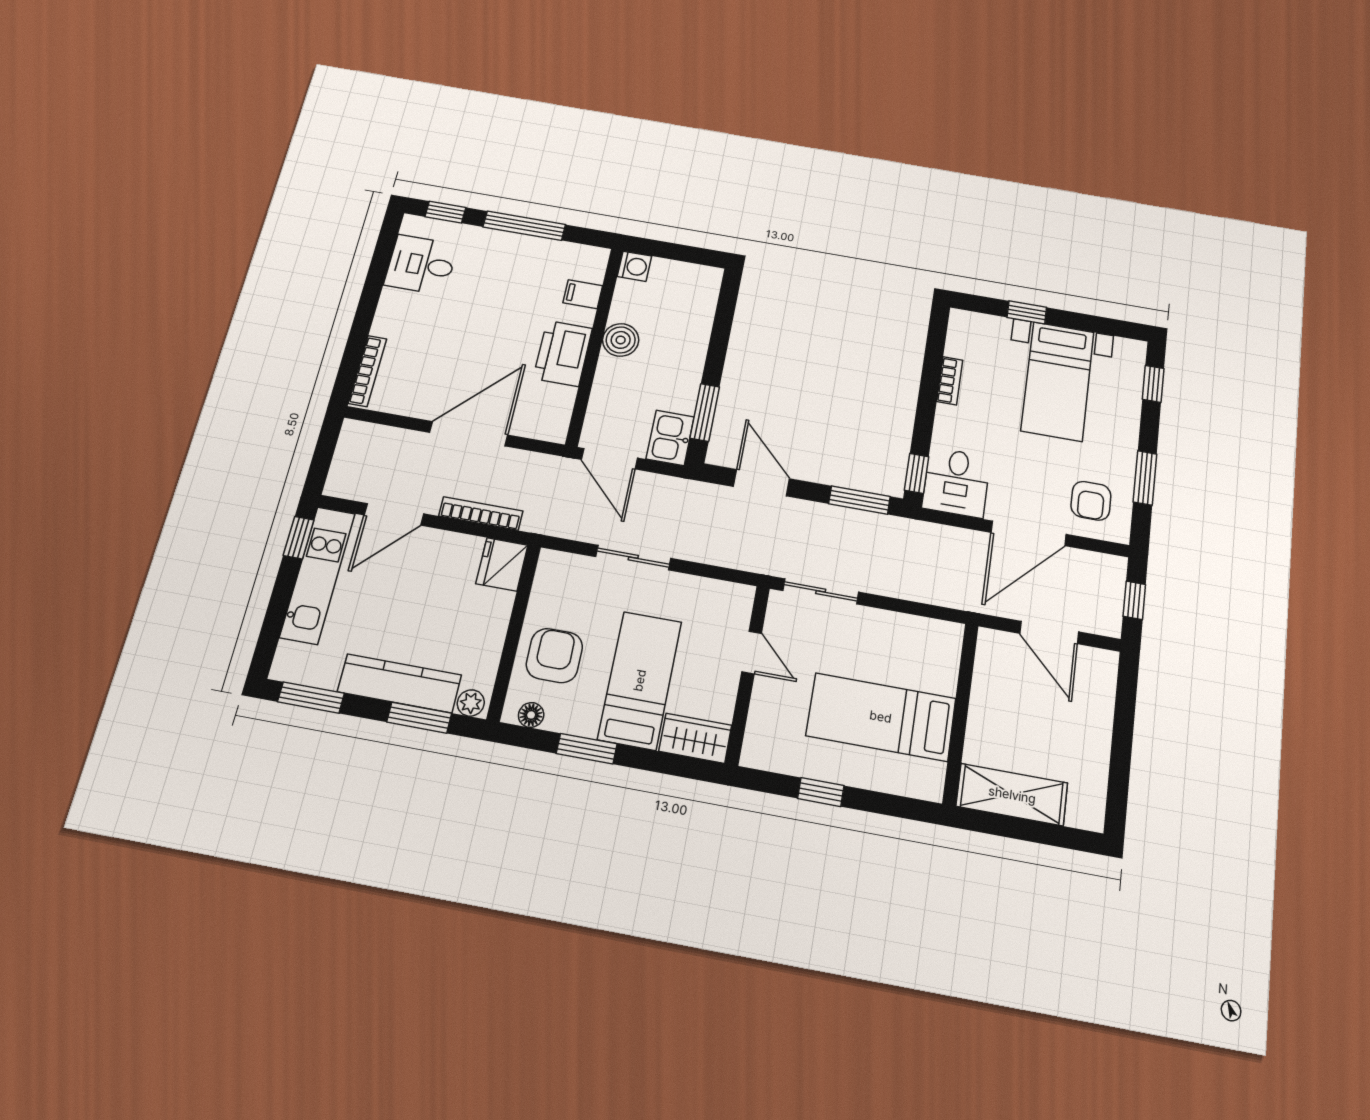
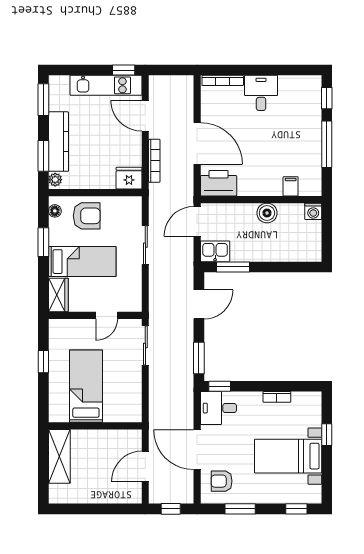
desk: (421, 265) -> (261, 93), moved
printer: (563, 353) -> (219, 183), moved

